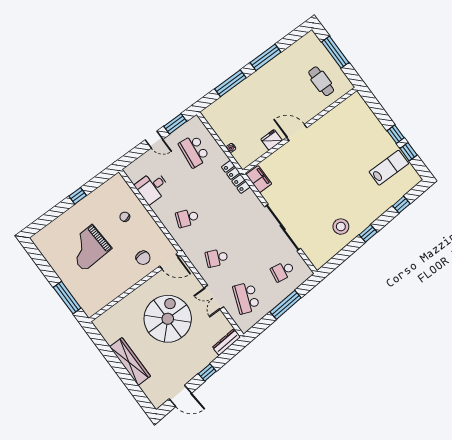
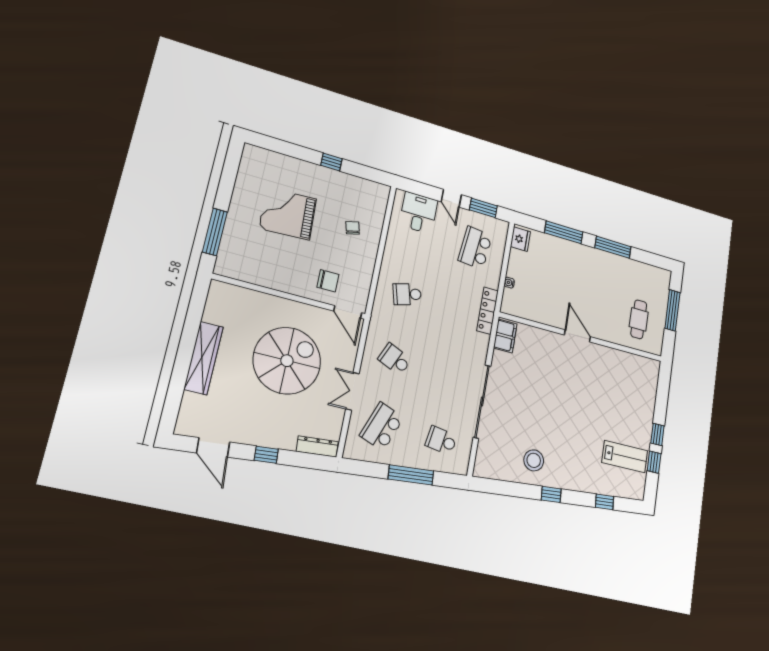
fridge: (272, 140) -> (520, 239), moved, turned 90
desk: (152, 187) -> (419, 213), moved, turned 90
school desk: (187, 218) -> (407, 294), turned -36
chair: (143, 258) -> (328, 281), turned -90

